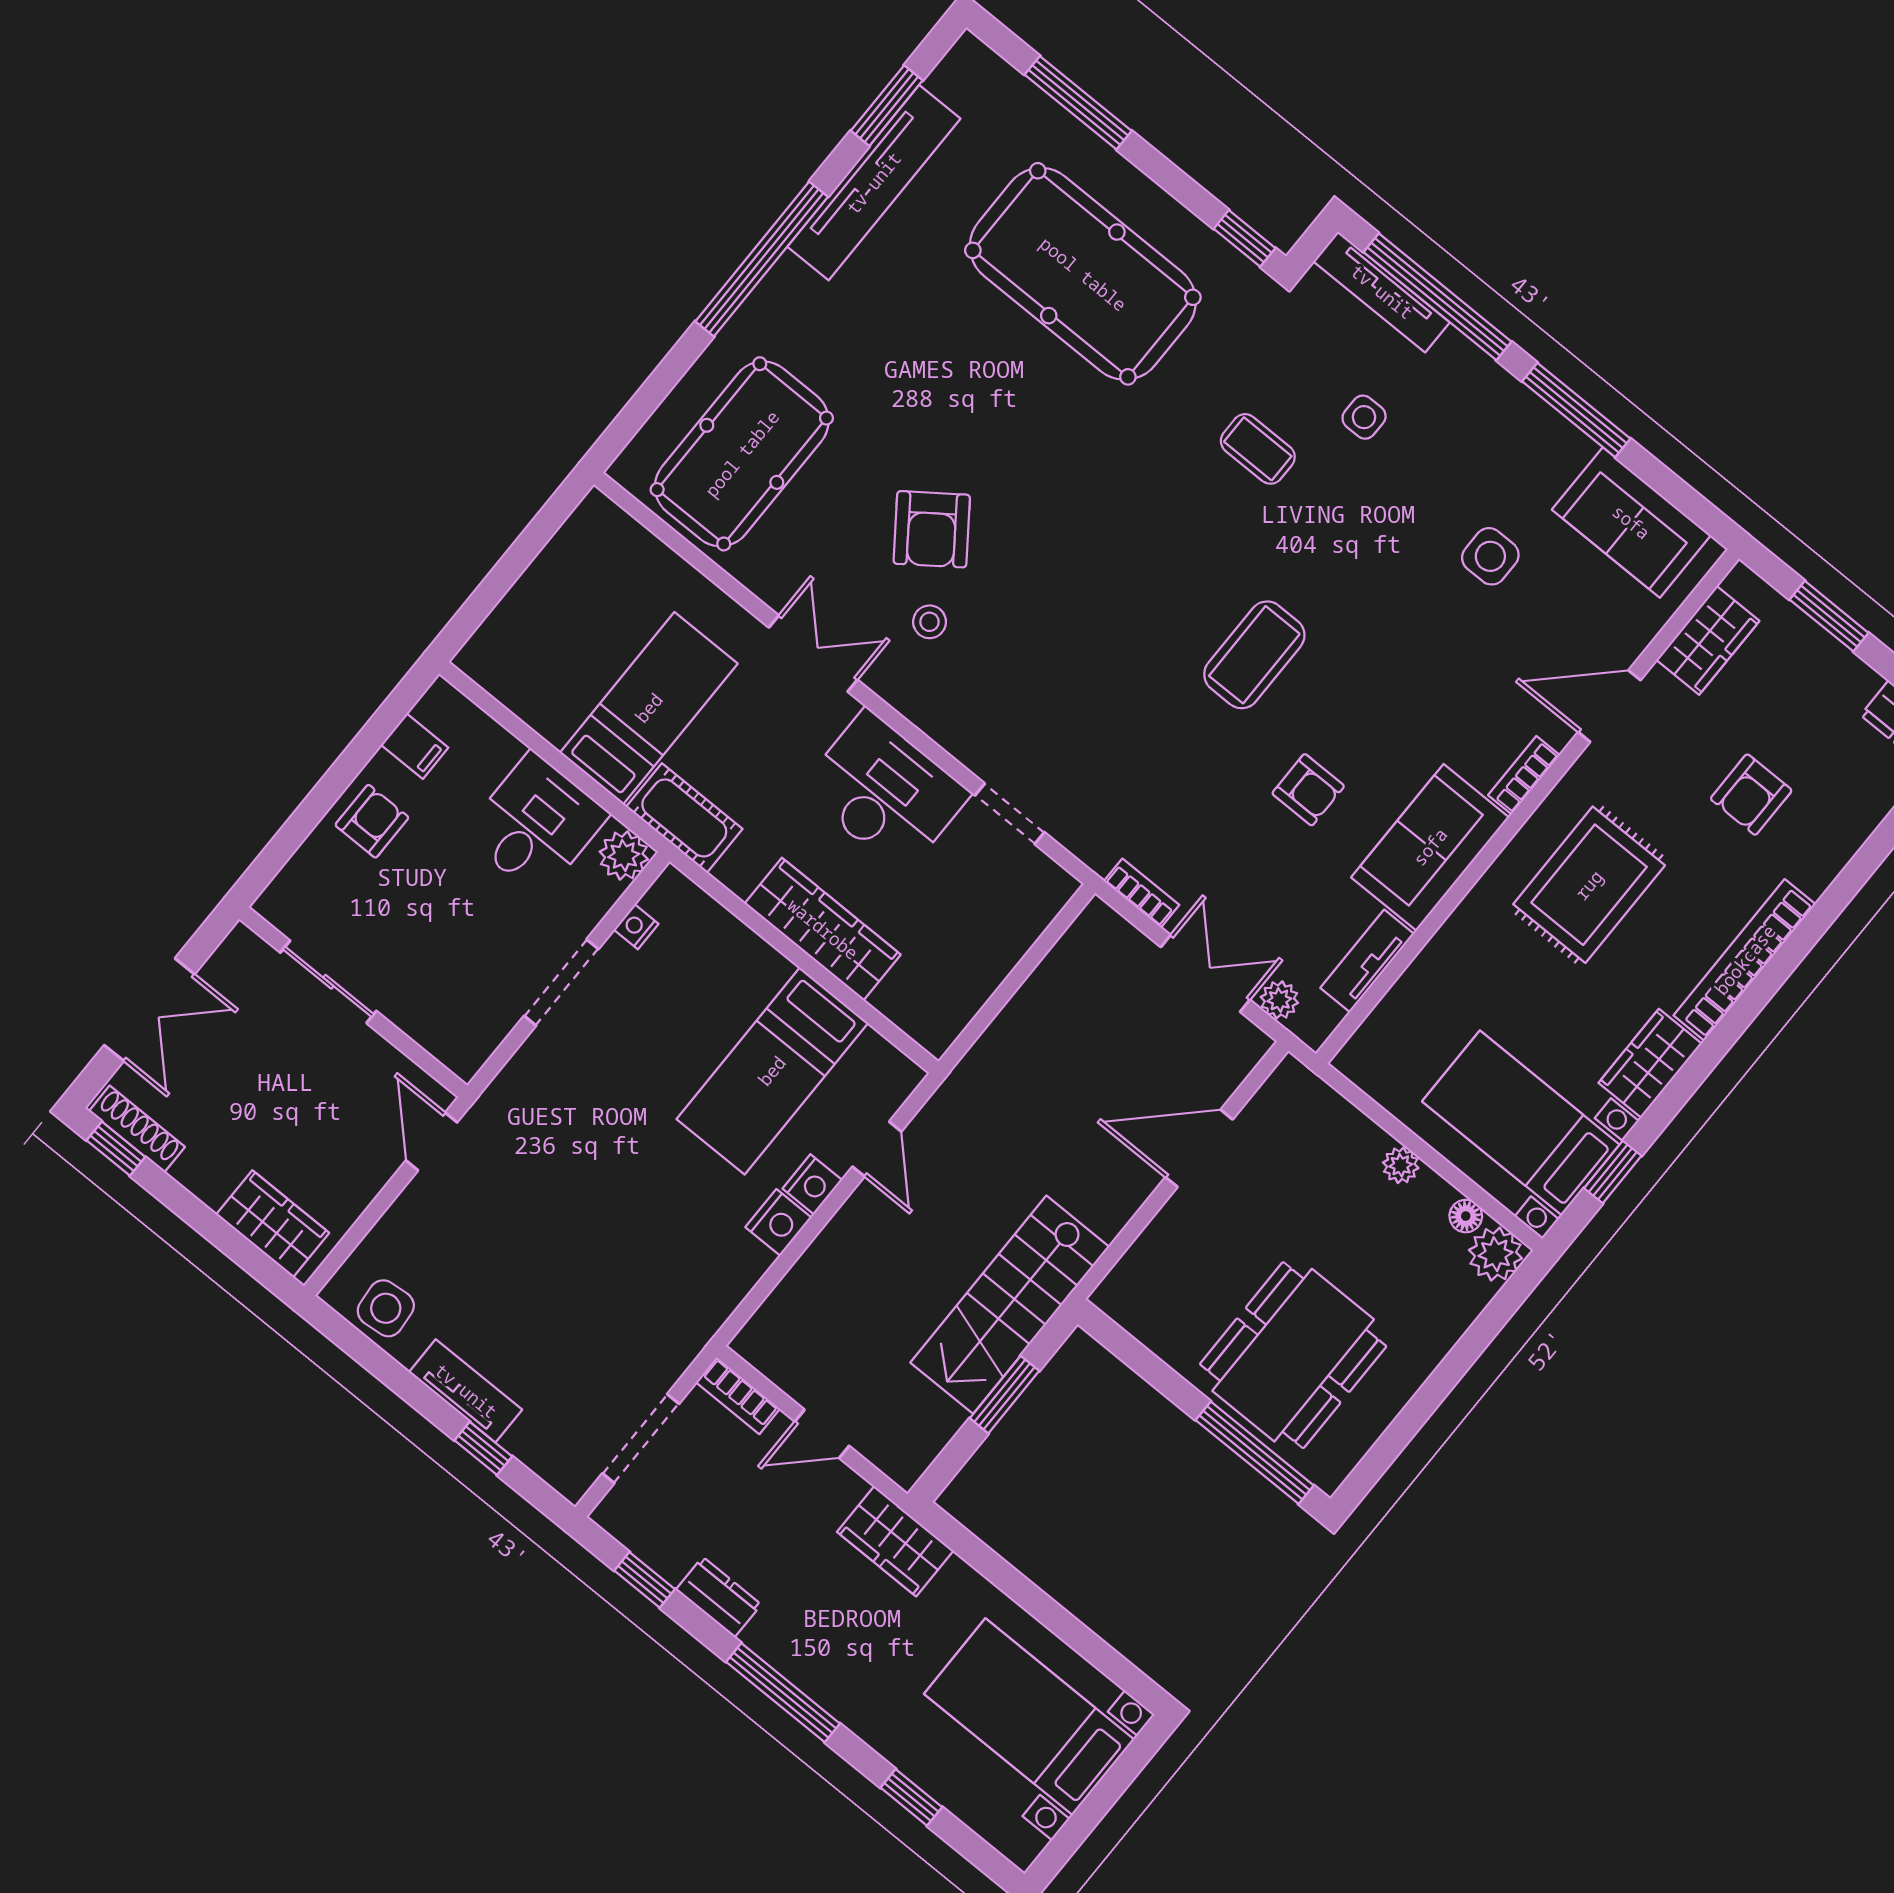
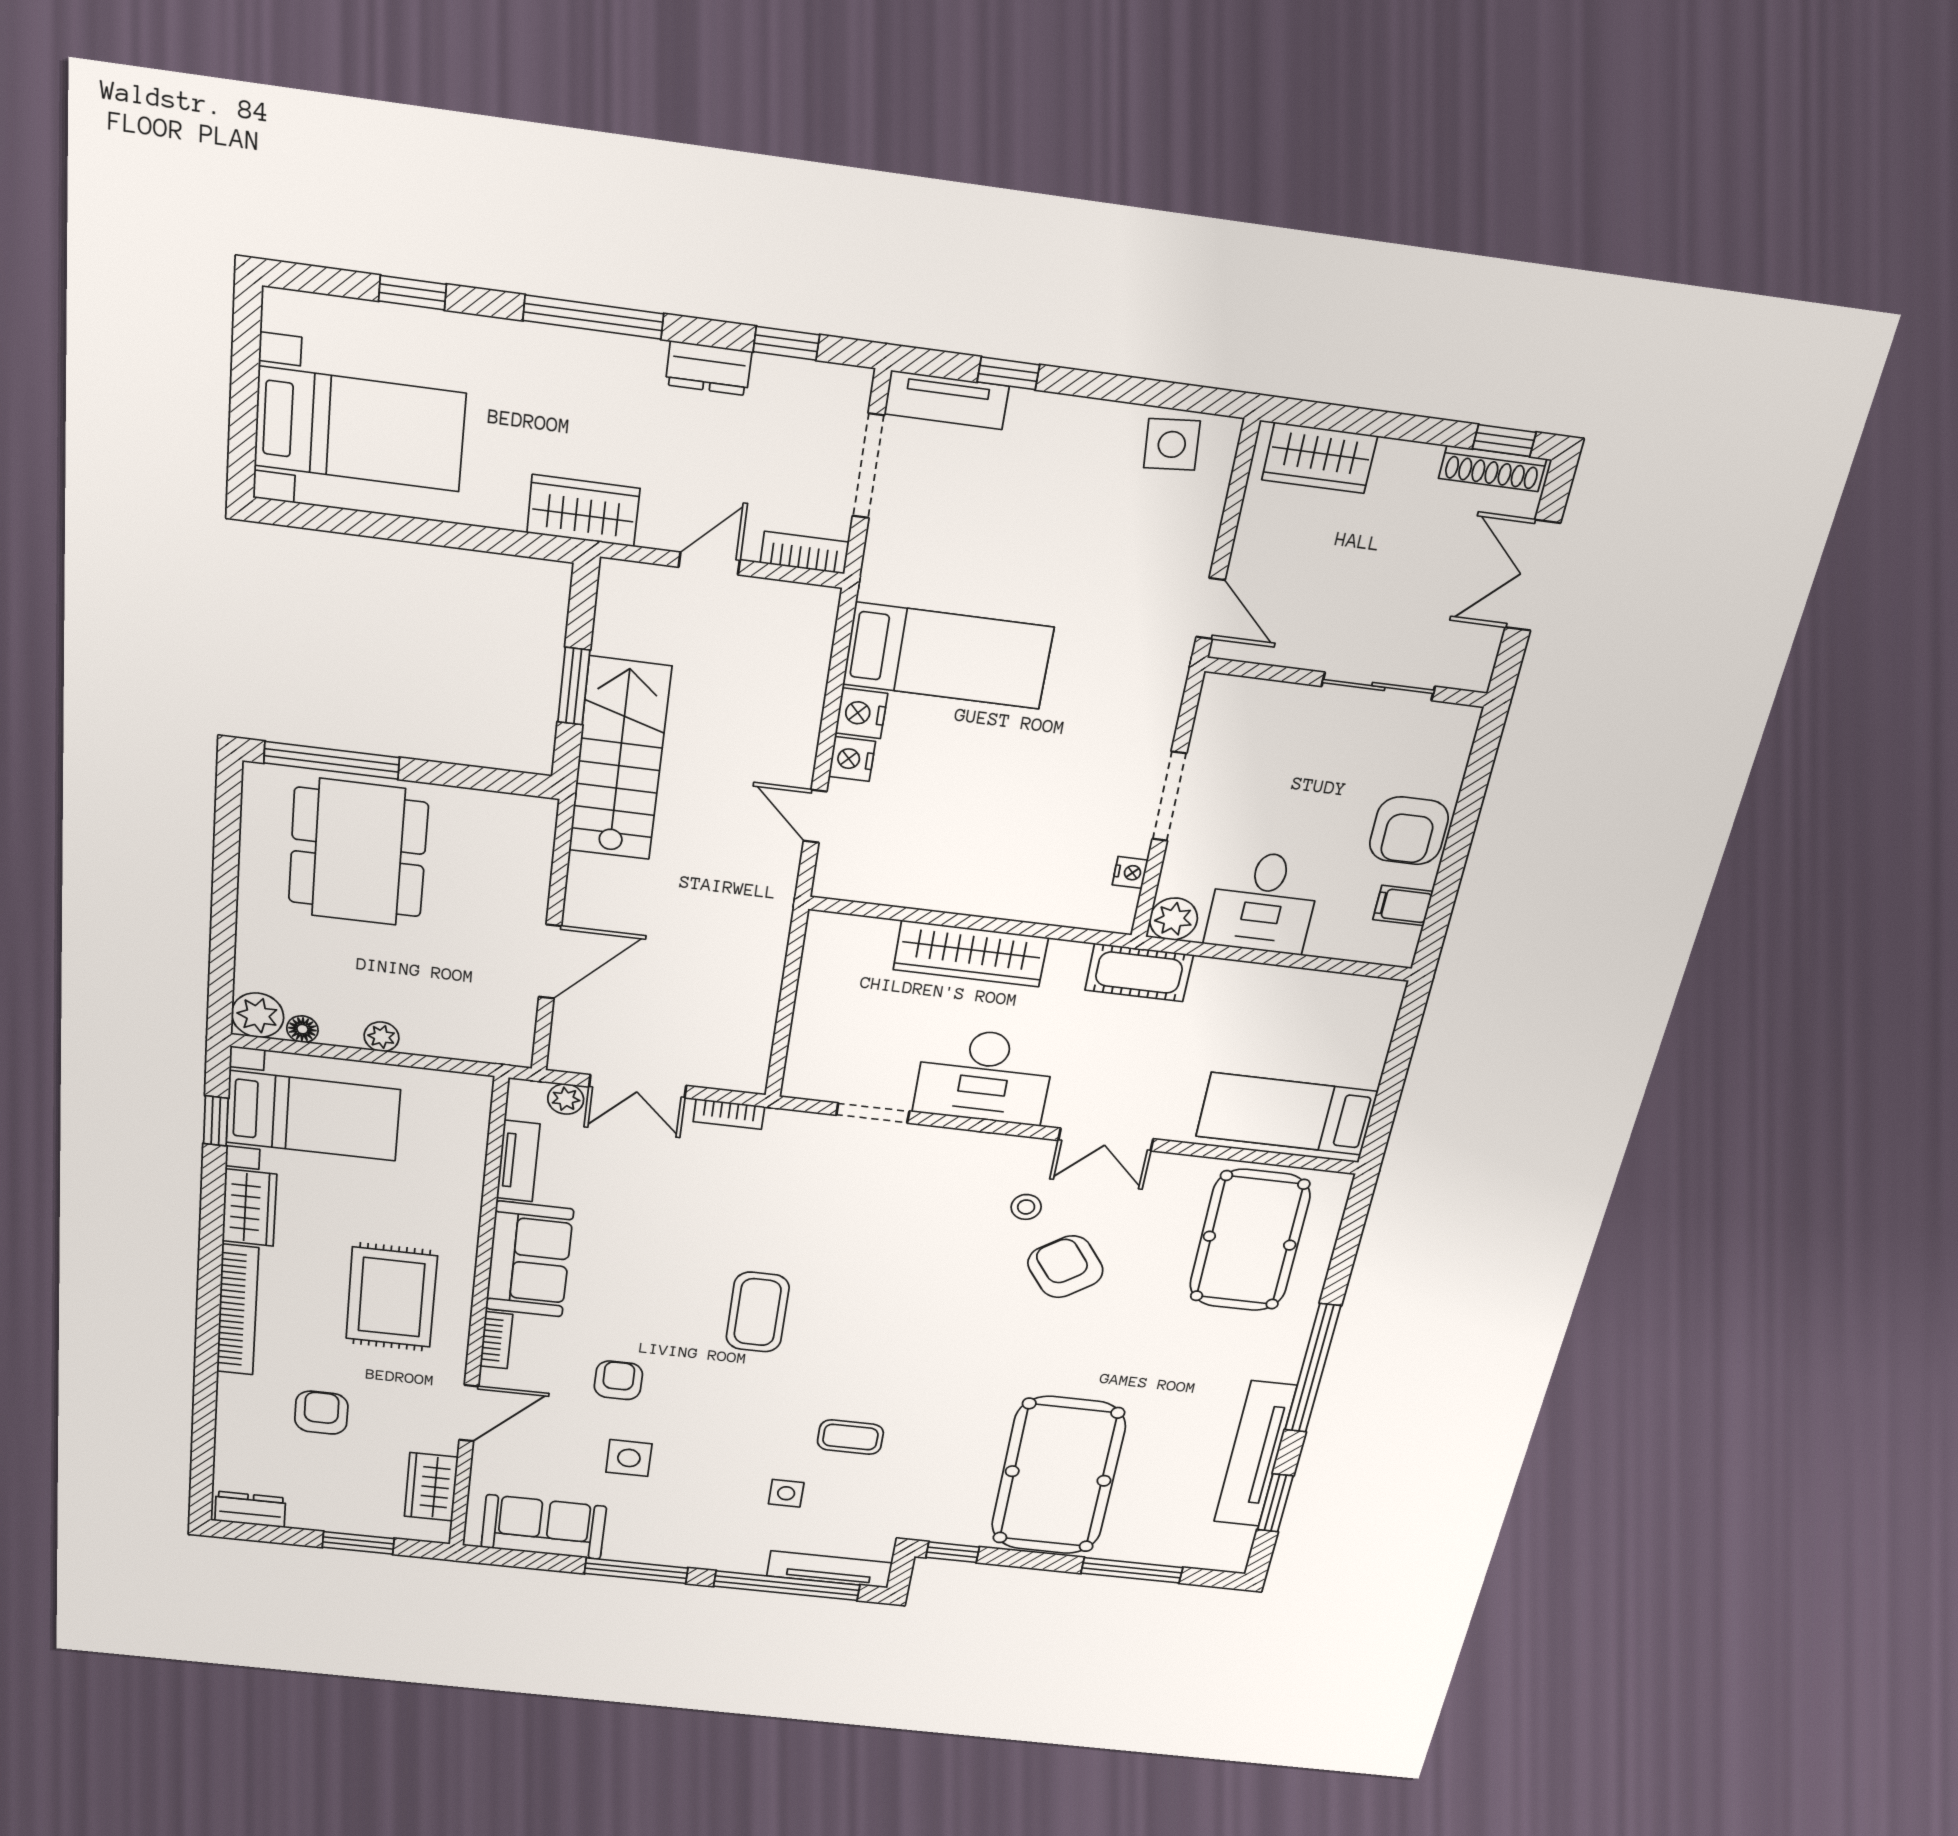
pool table: (1083, 274) -> (1058, 1476), turned 90
bed: (649, 708) -> (1287, 1114), moved, turned 90
armchair: (1308, 790) -> (618, 1380), moved, turned 90
armchair: (372, 821) -> (1409, 831), width x1.38, depth x1.38
bed: (772, 1071) -> (948, 656), moved, turned 90
tv unit: (466, 1391) -> (947, 400), moved

